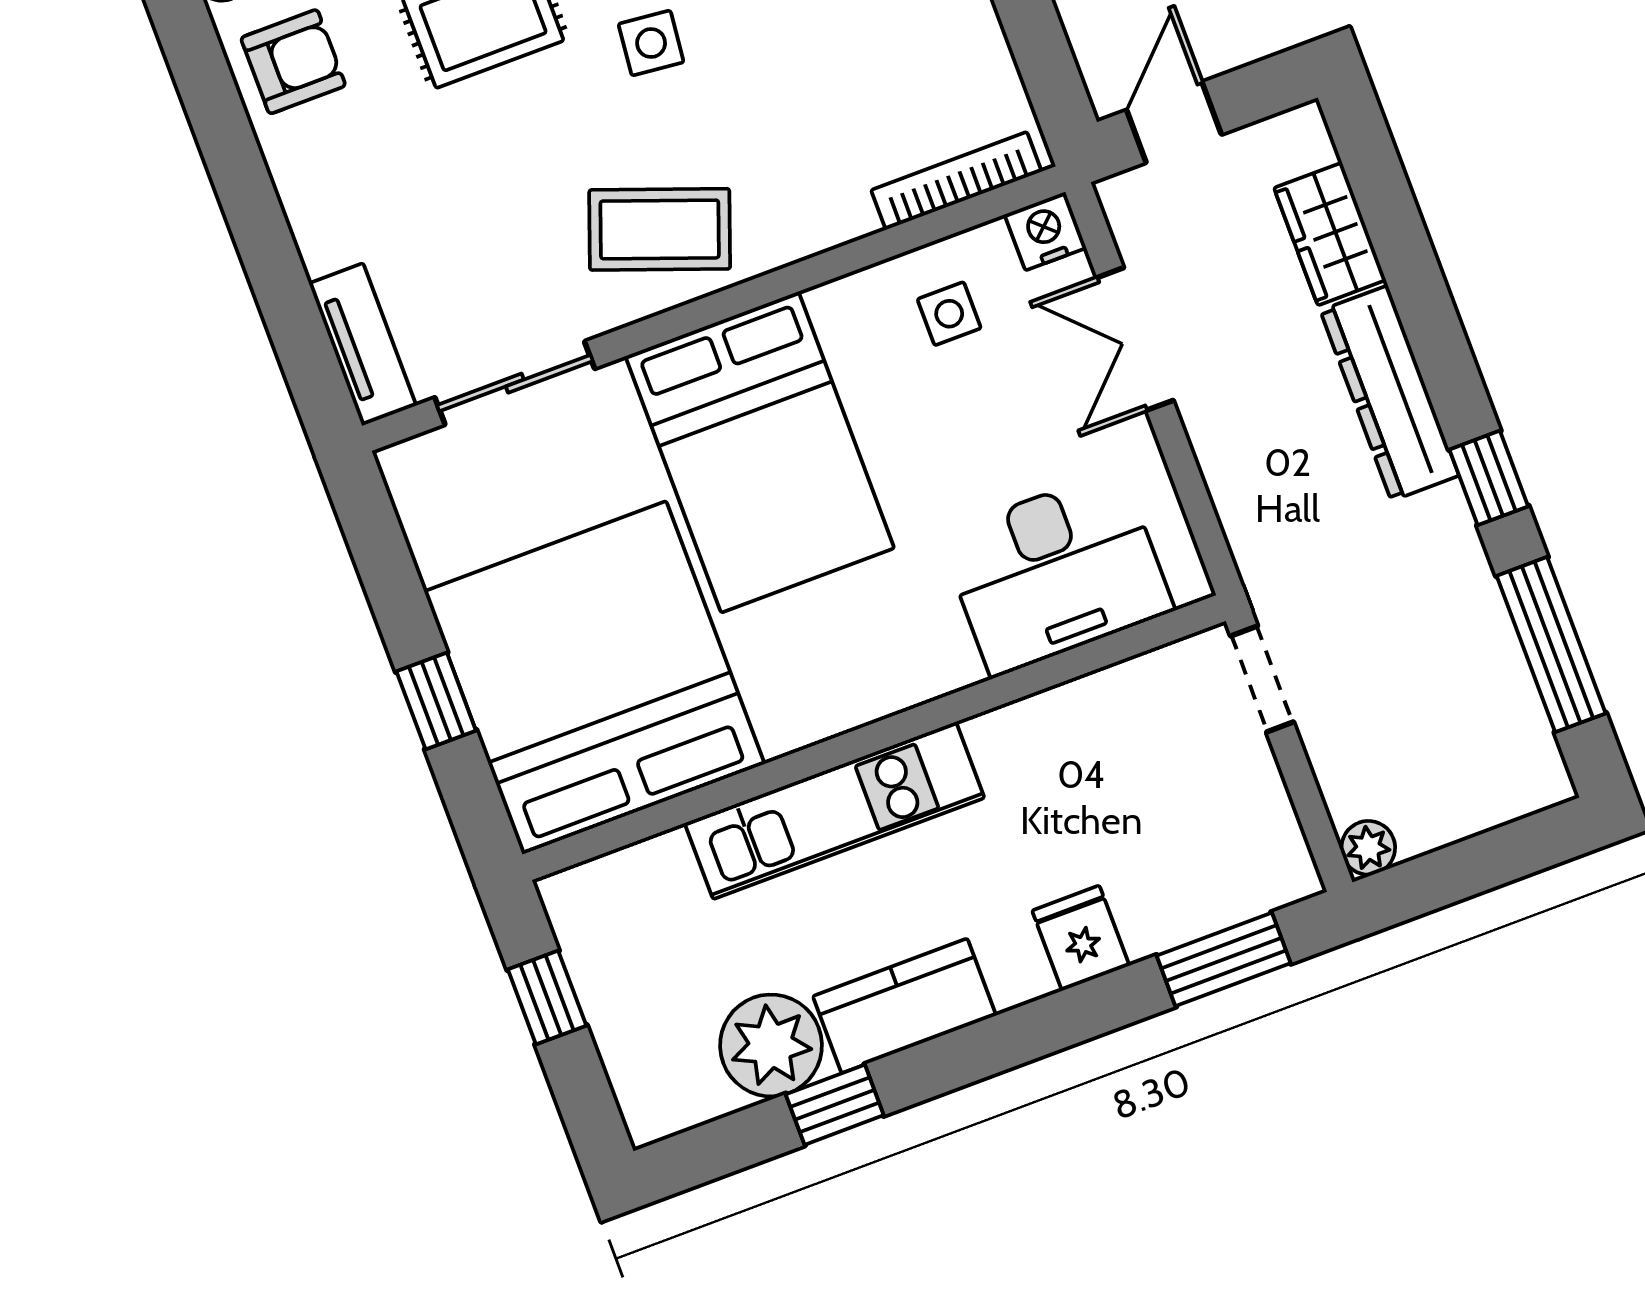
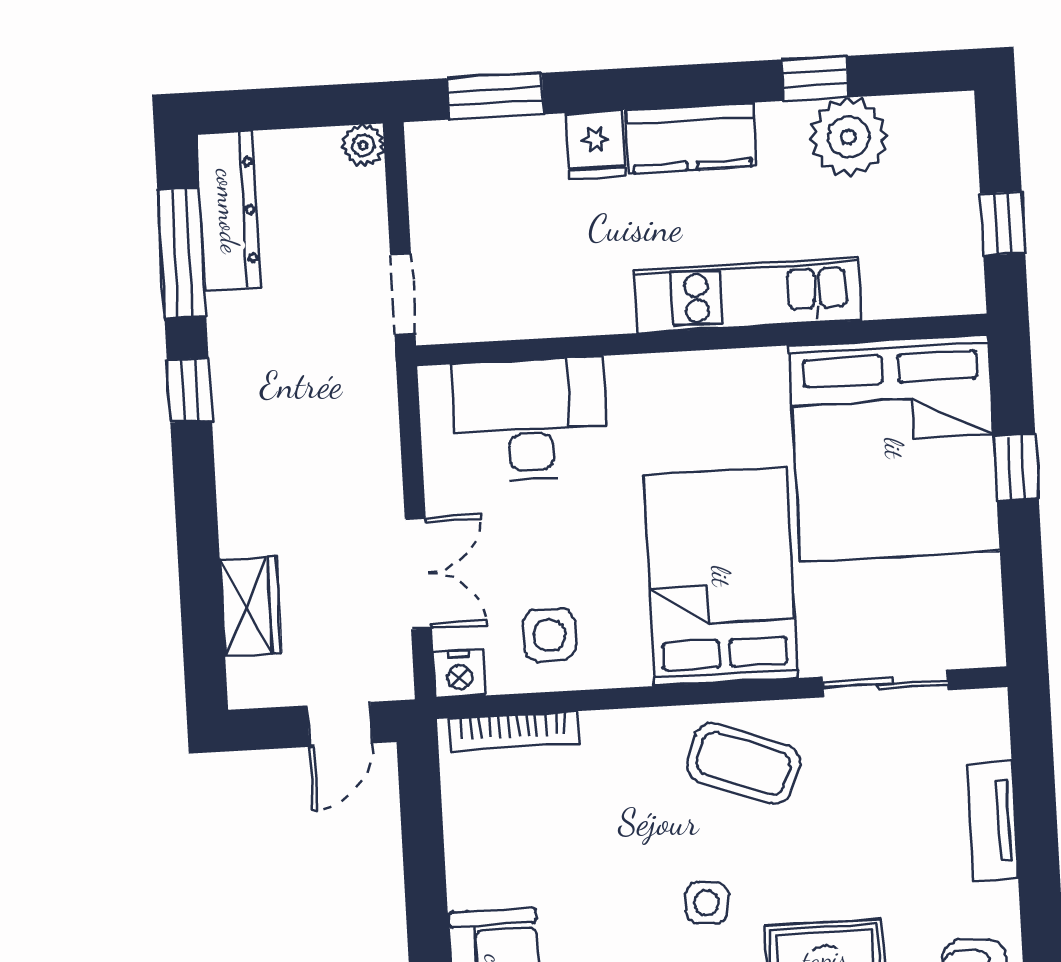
side table: (949, 314) -> (549, 635), width x1.37, depth x1.37
tv unit: (363, 344) -> (993, 821), moved
dresser: (1390, 393) -> (228, 211), moved
kitchen counter: (905, 1006) -> (691, 138), moved

